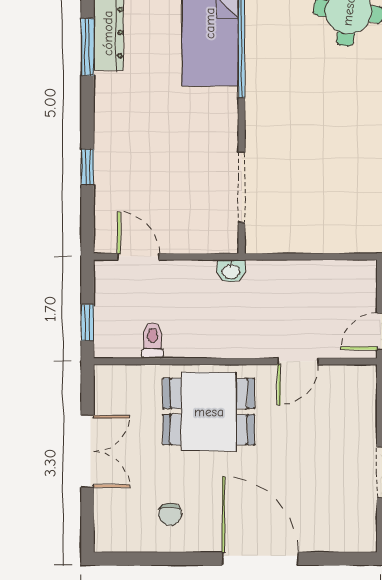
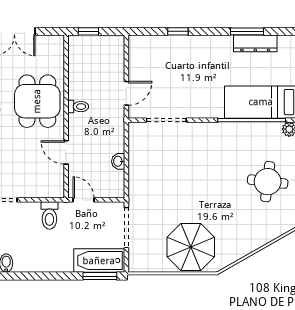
door: (138, 257) -> (126, 93), moved
washbasin: (231, 271) -> (118, 161), moved
toilet: (153, 341) -> (78, 107), moved

